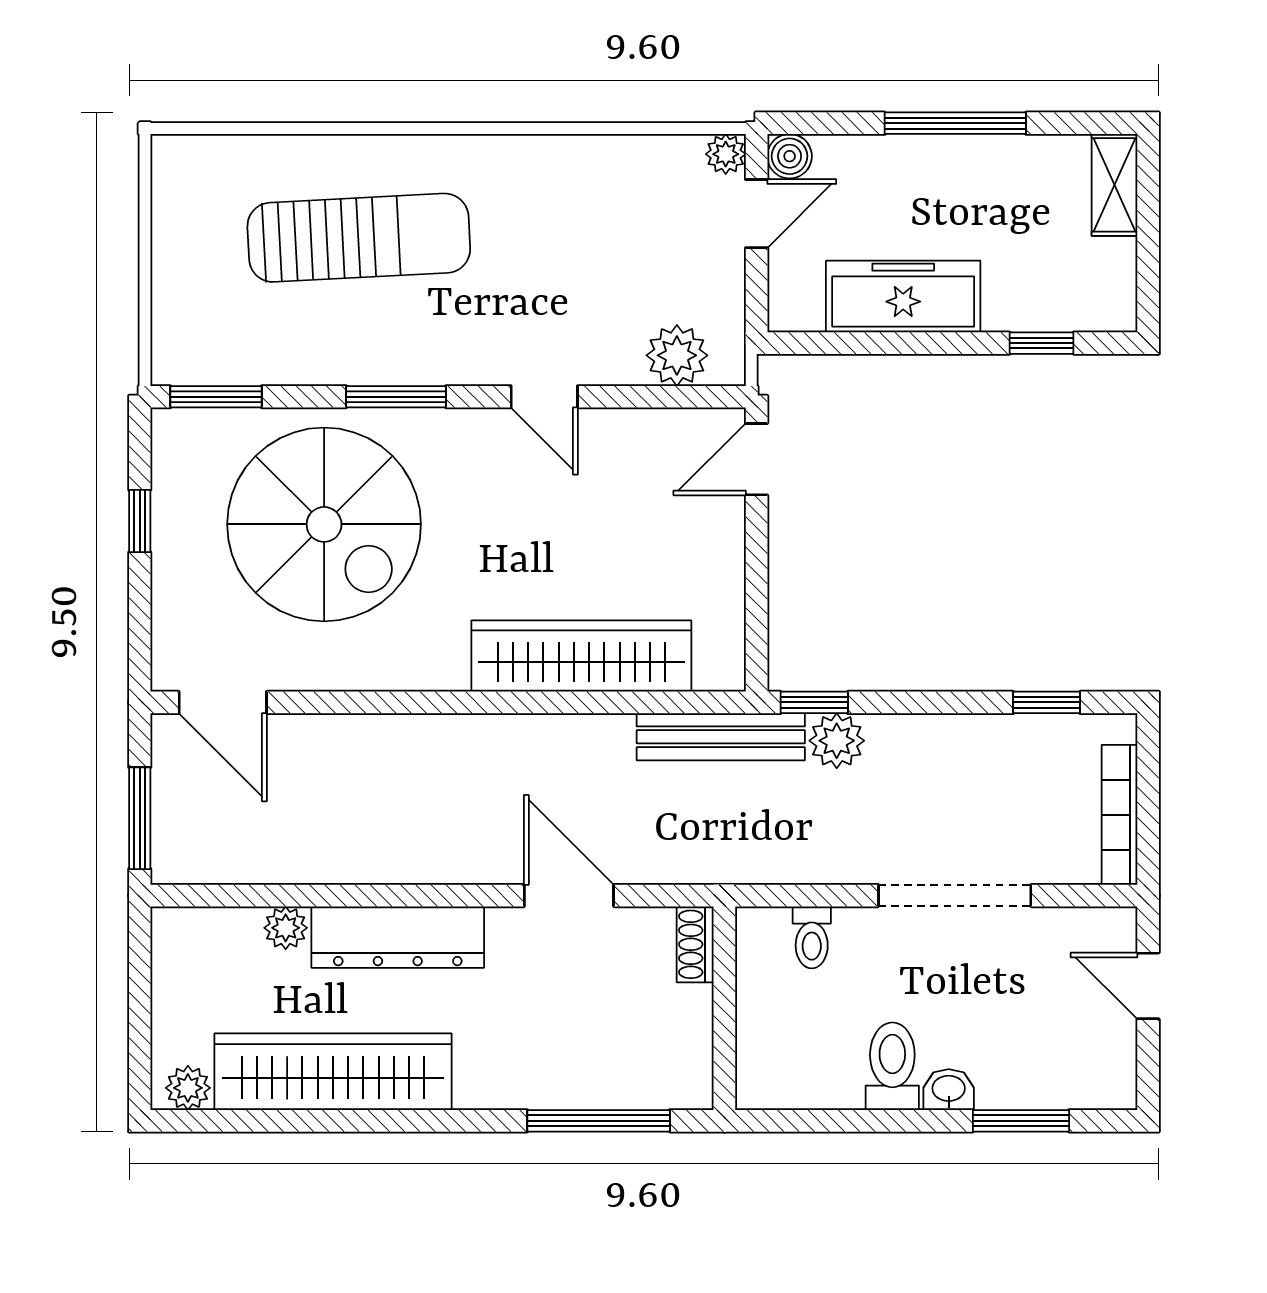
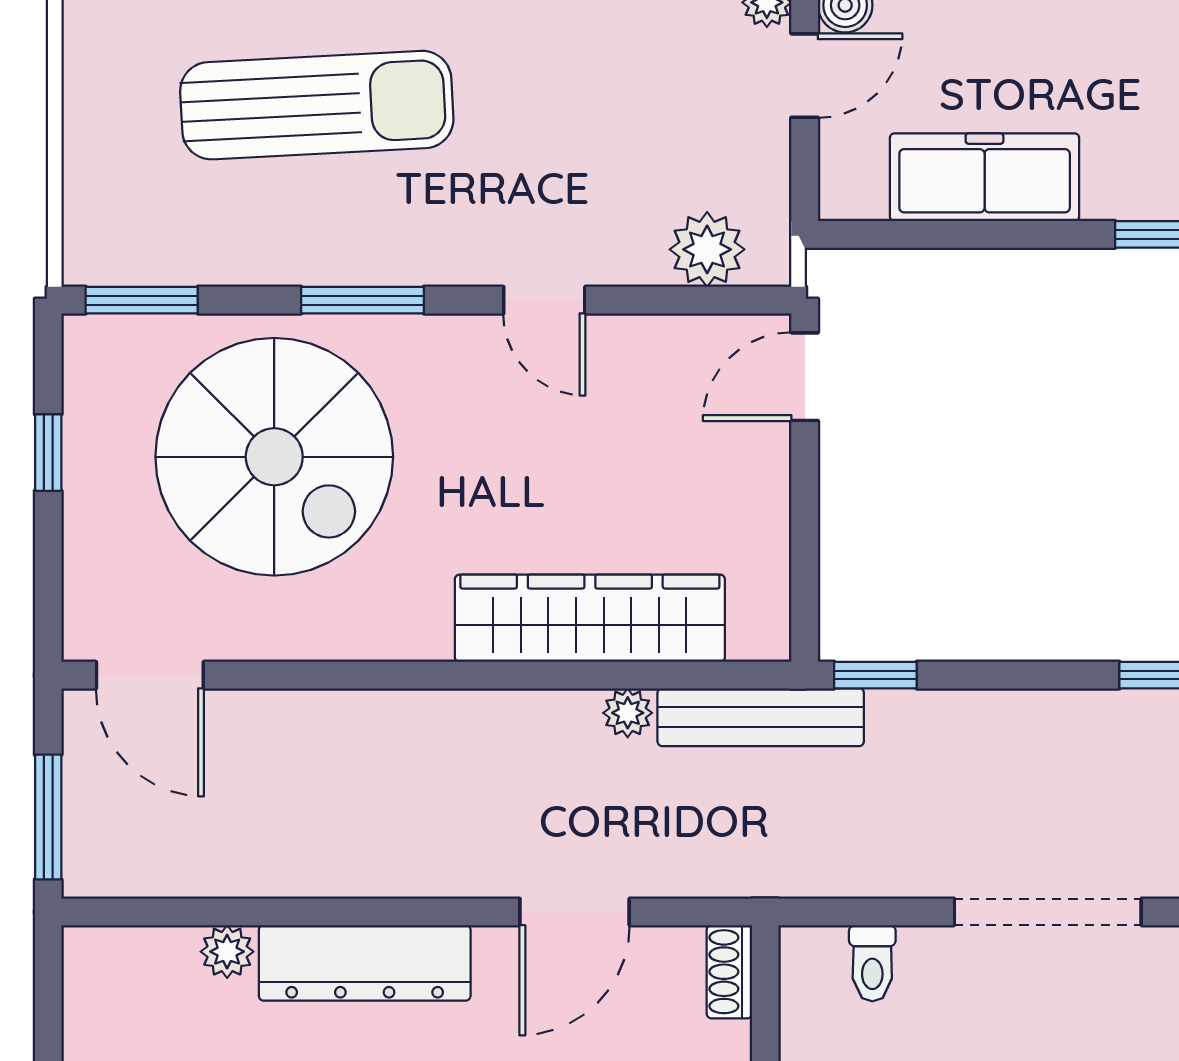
plant: (837, 741) -> (628, 713), moved, width x0.73, depth x0.73
door: (569, 896) -> (575, 912), swing flipped

